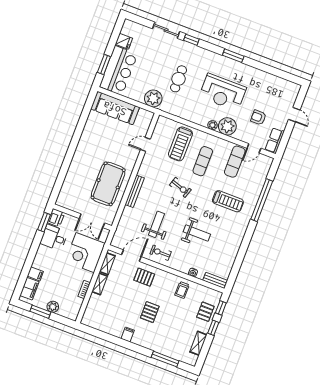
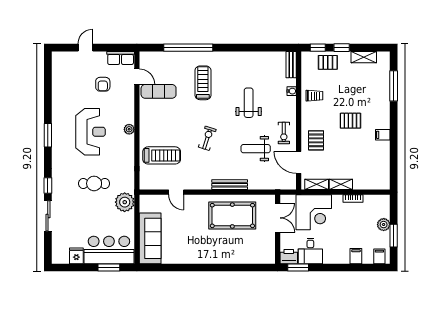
plant: (227, 126) -> (125, 113), removed
exercise mat: (203, 161) -> (171, 125), removed
filing cabinet: (29, 289) -> (379, 256), width x0.50

